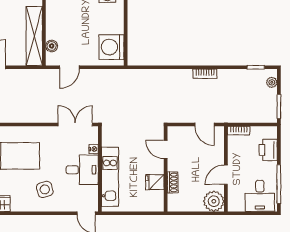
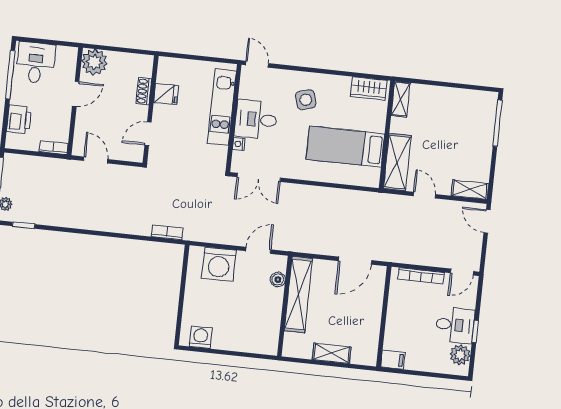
washing machine: (111, 47) -> (219, 264), moved, turned 90
bookcase: (205, 74) -> (167, 232), moved
door: (166, 150) -> (148, 134), swing flipped

